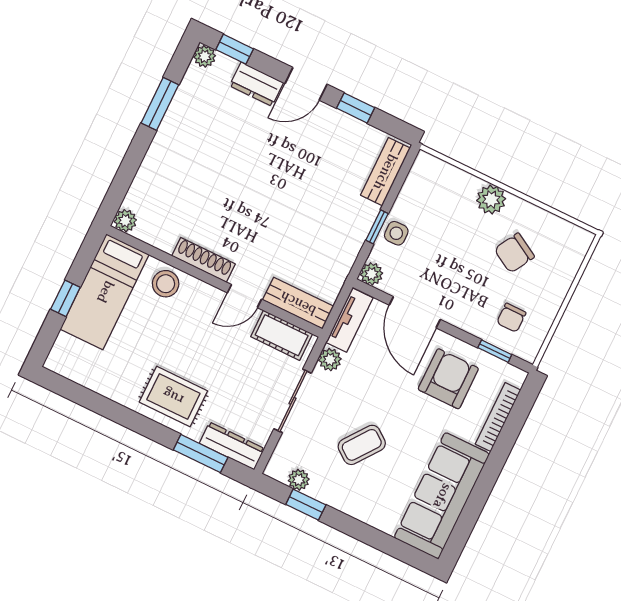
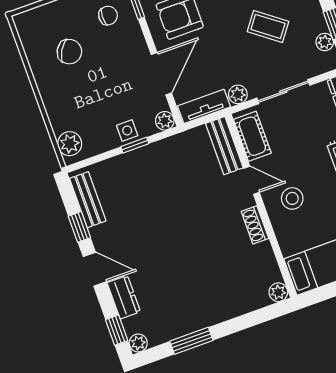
bench: (385, 172) -> (88, 200), moved, turned 90
plant: (491, 200) -> (70, 144), moved
shoe rack: (203, 260) -> (255, 225), width x0.70
stool: (166, 284) -> (292, 198), moved

